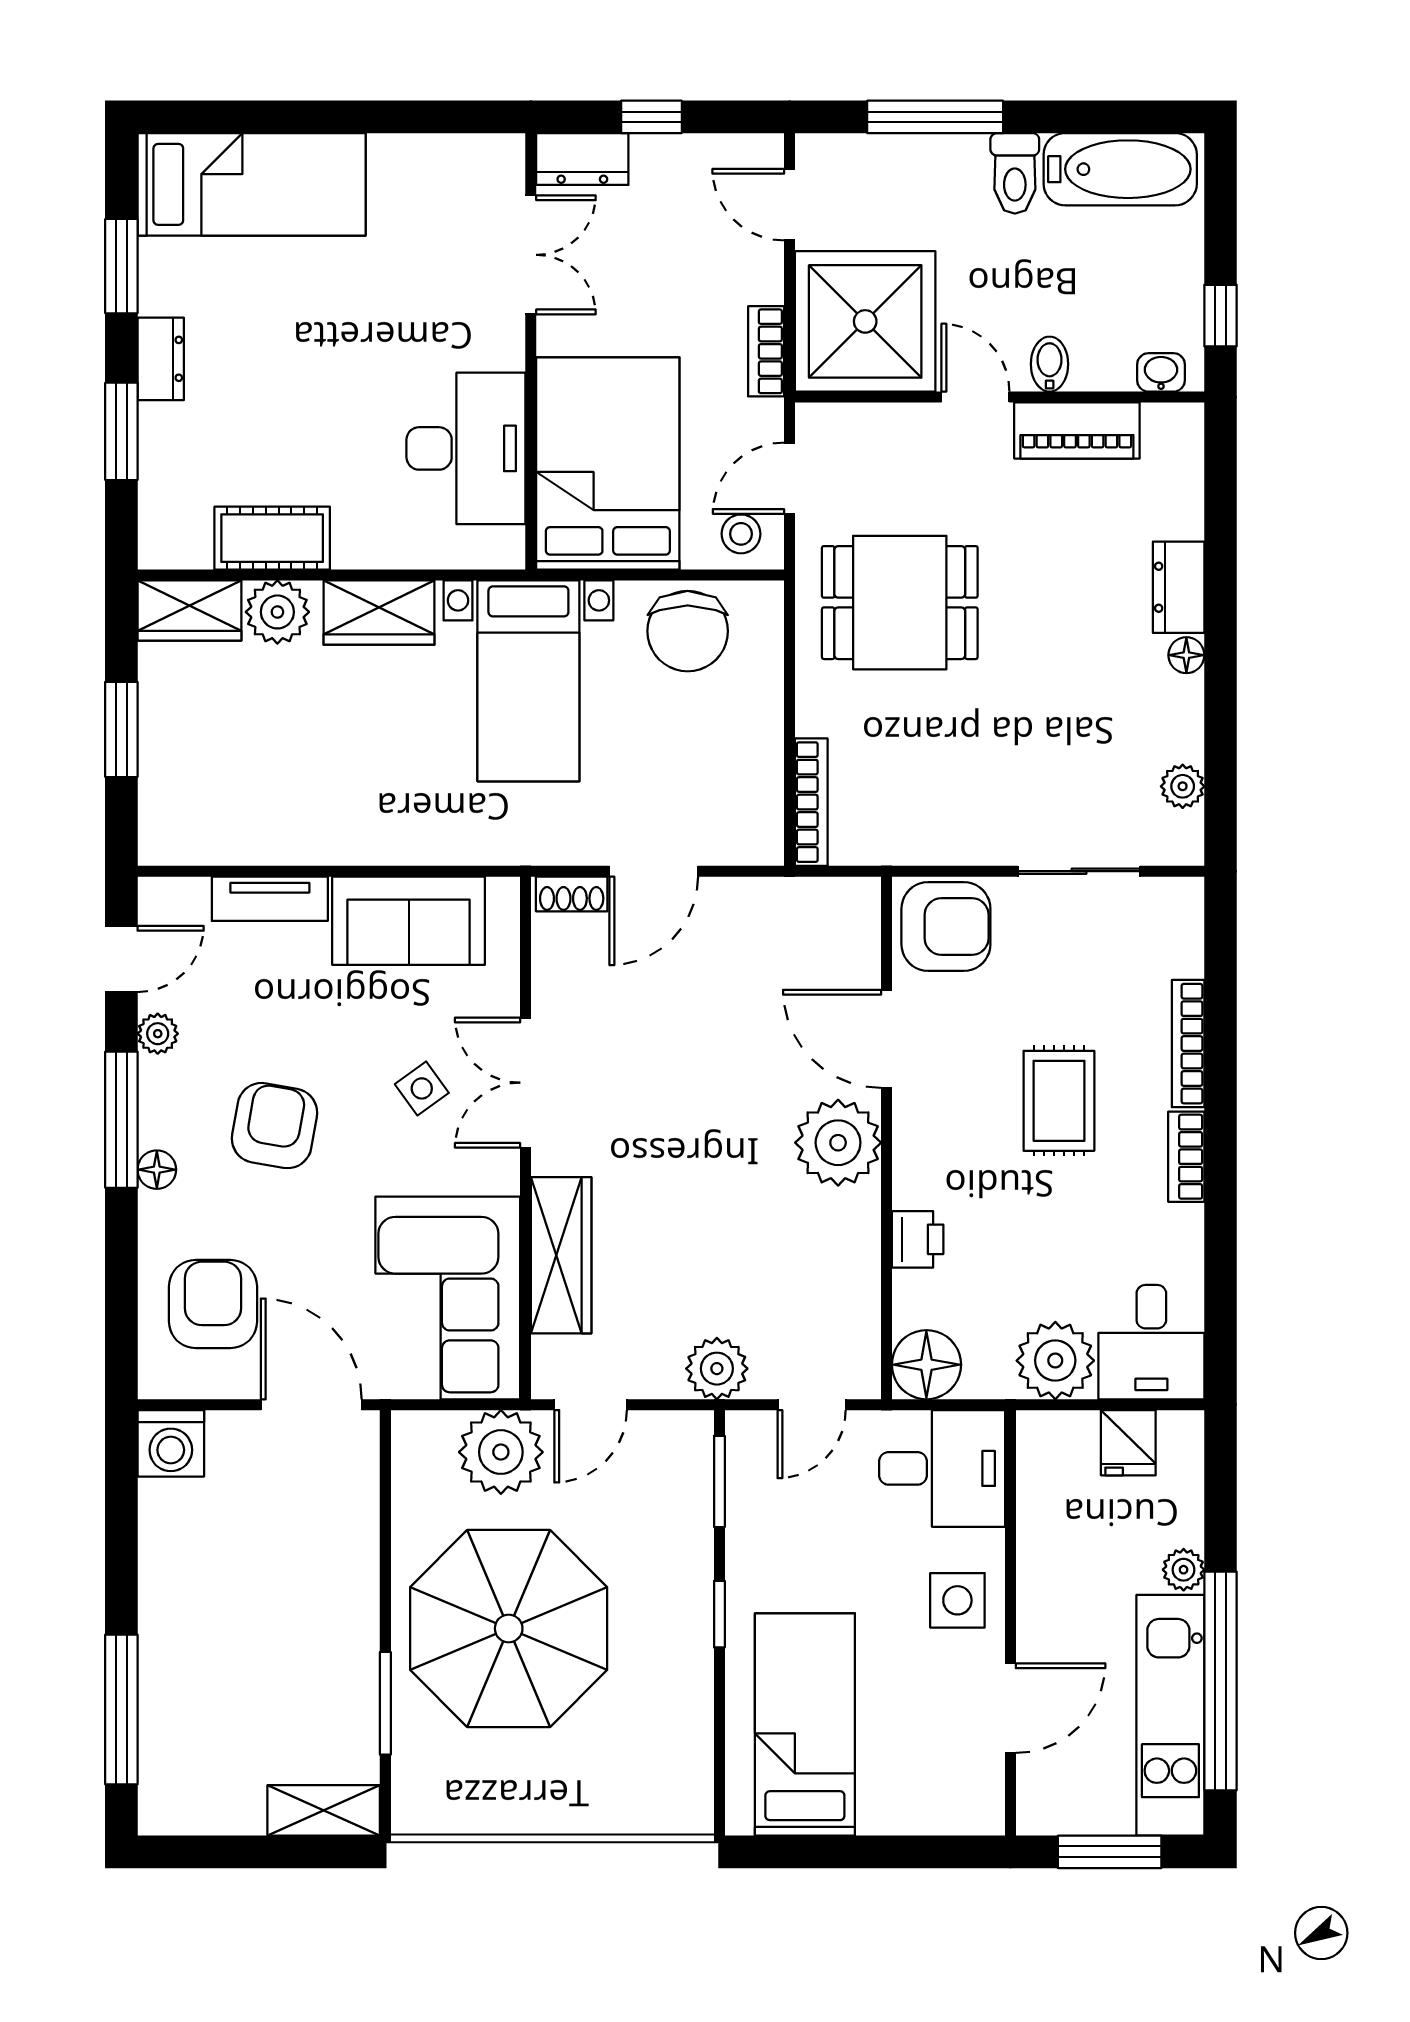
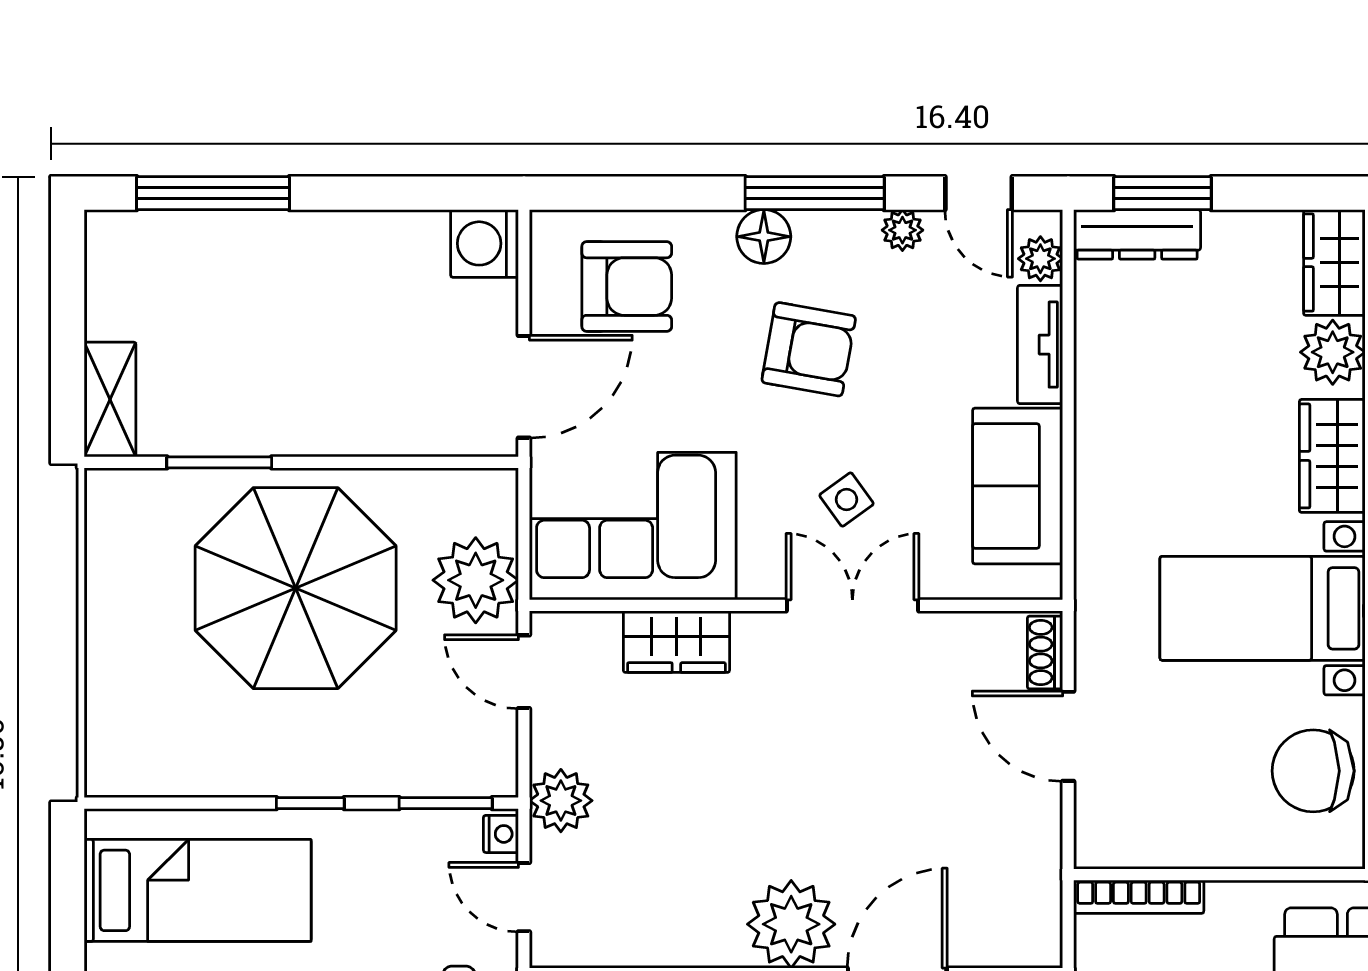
window: (121, 729) -> (1162, 193), moved
dresser: (162, 804) -> (1137, 234), added
plant: (186, 898) -> (1040, 259), added
floor lamp: (157, 1170) -> (764, 237), width x1.37, depth x1.37
wardrobe: (561, 1255) -> (676, 642), width x0.67
nightstand: (750, 1427) -> (501, 834), added

